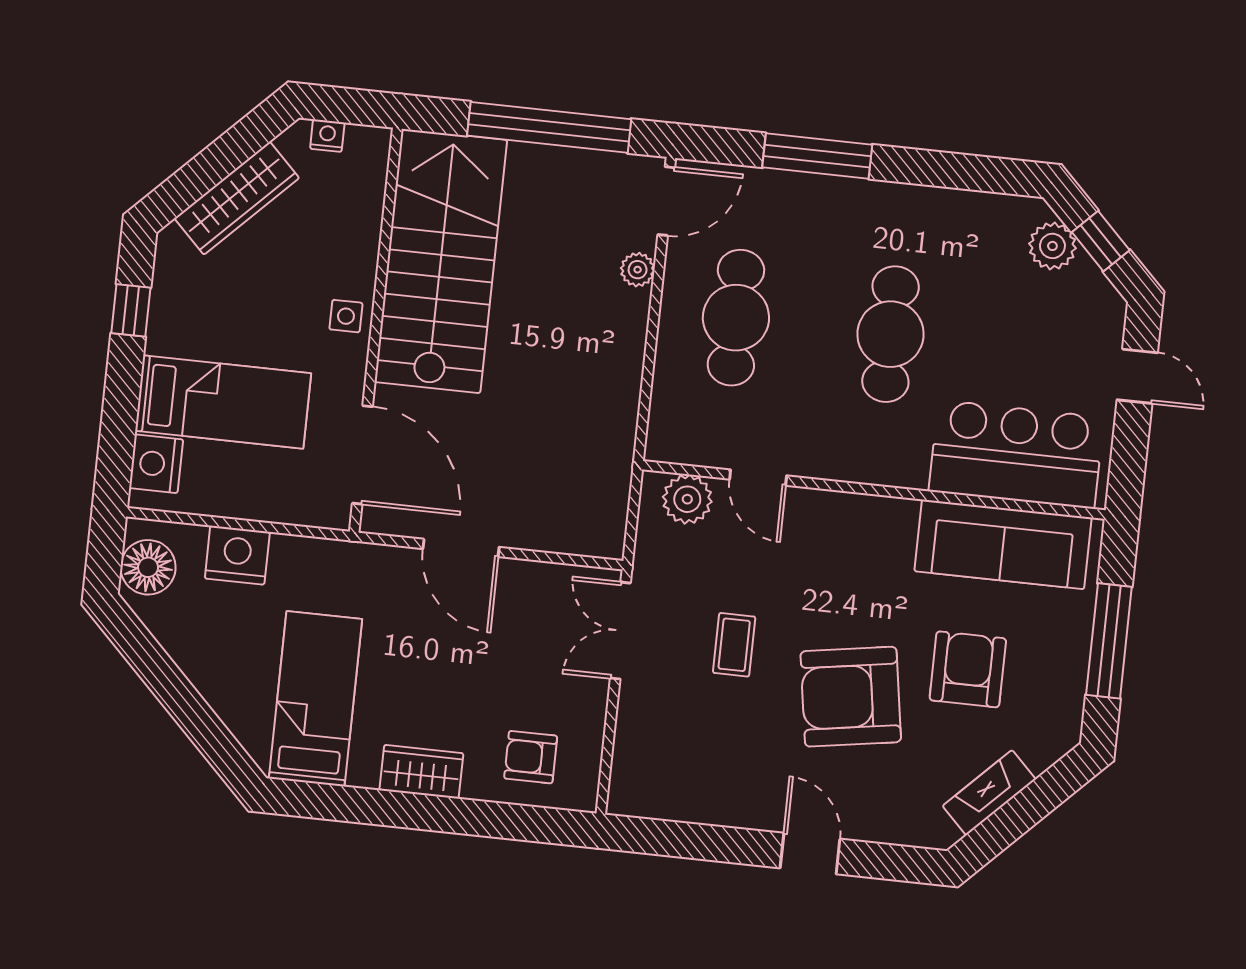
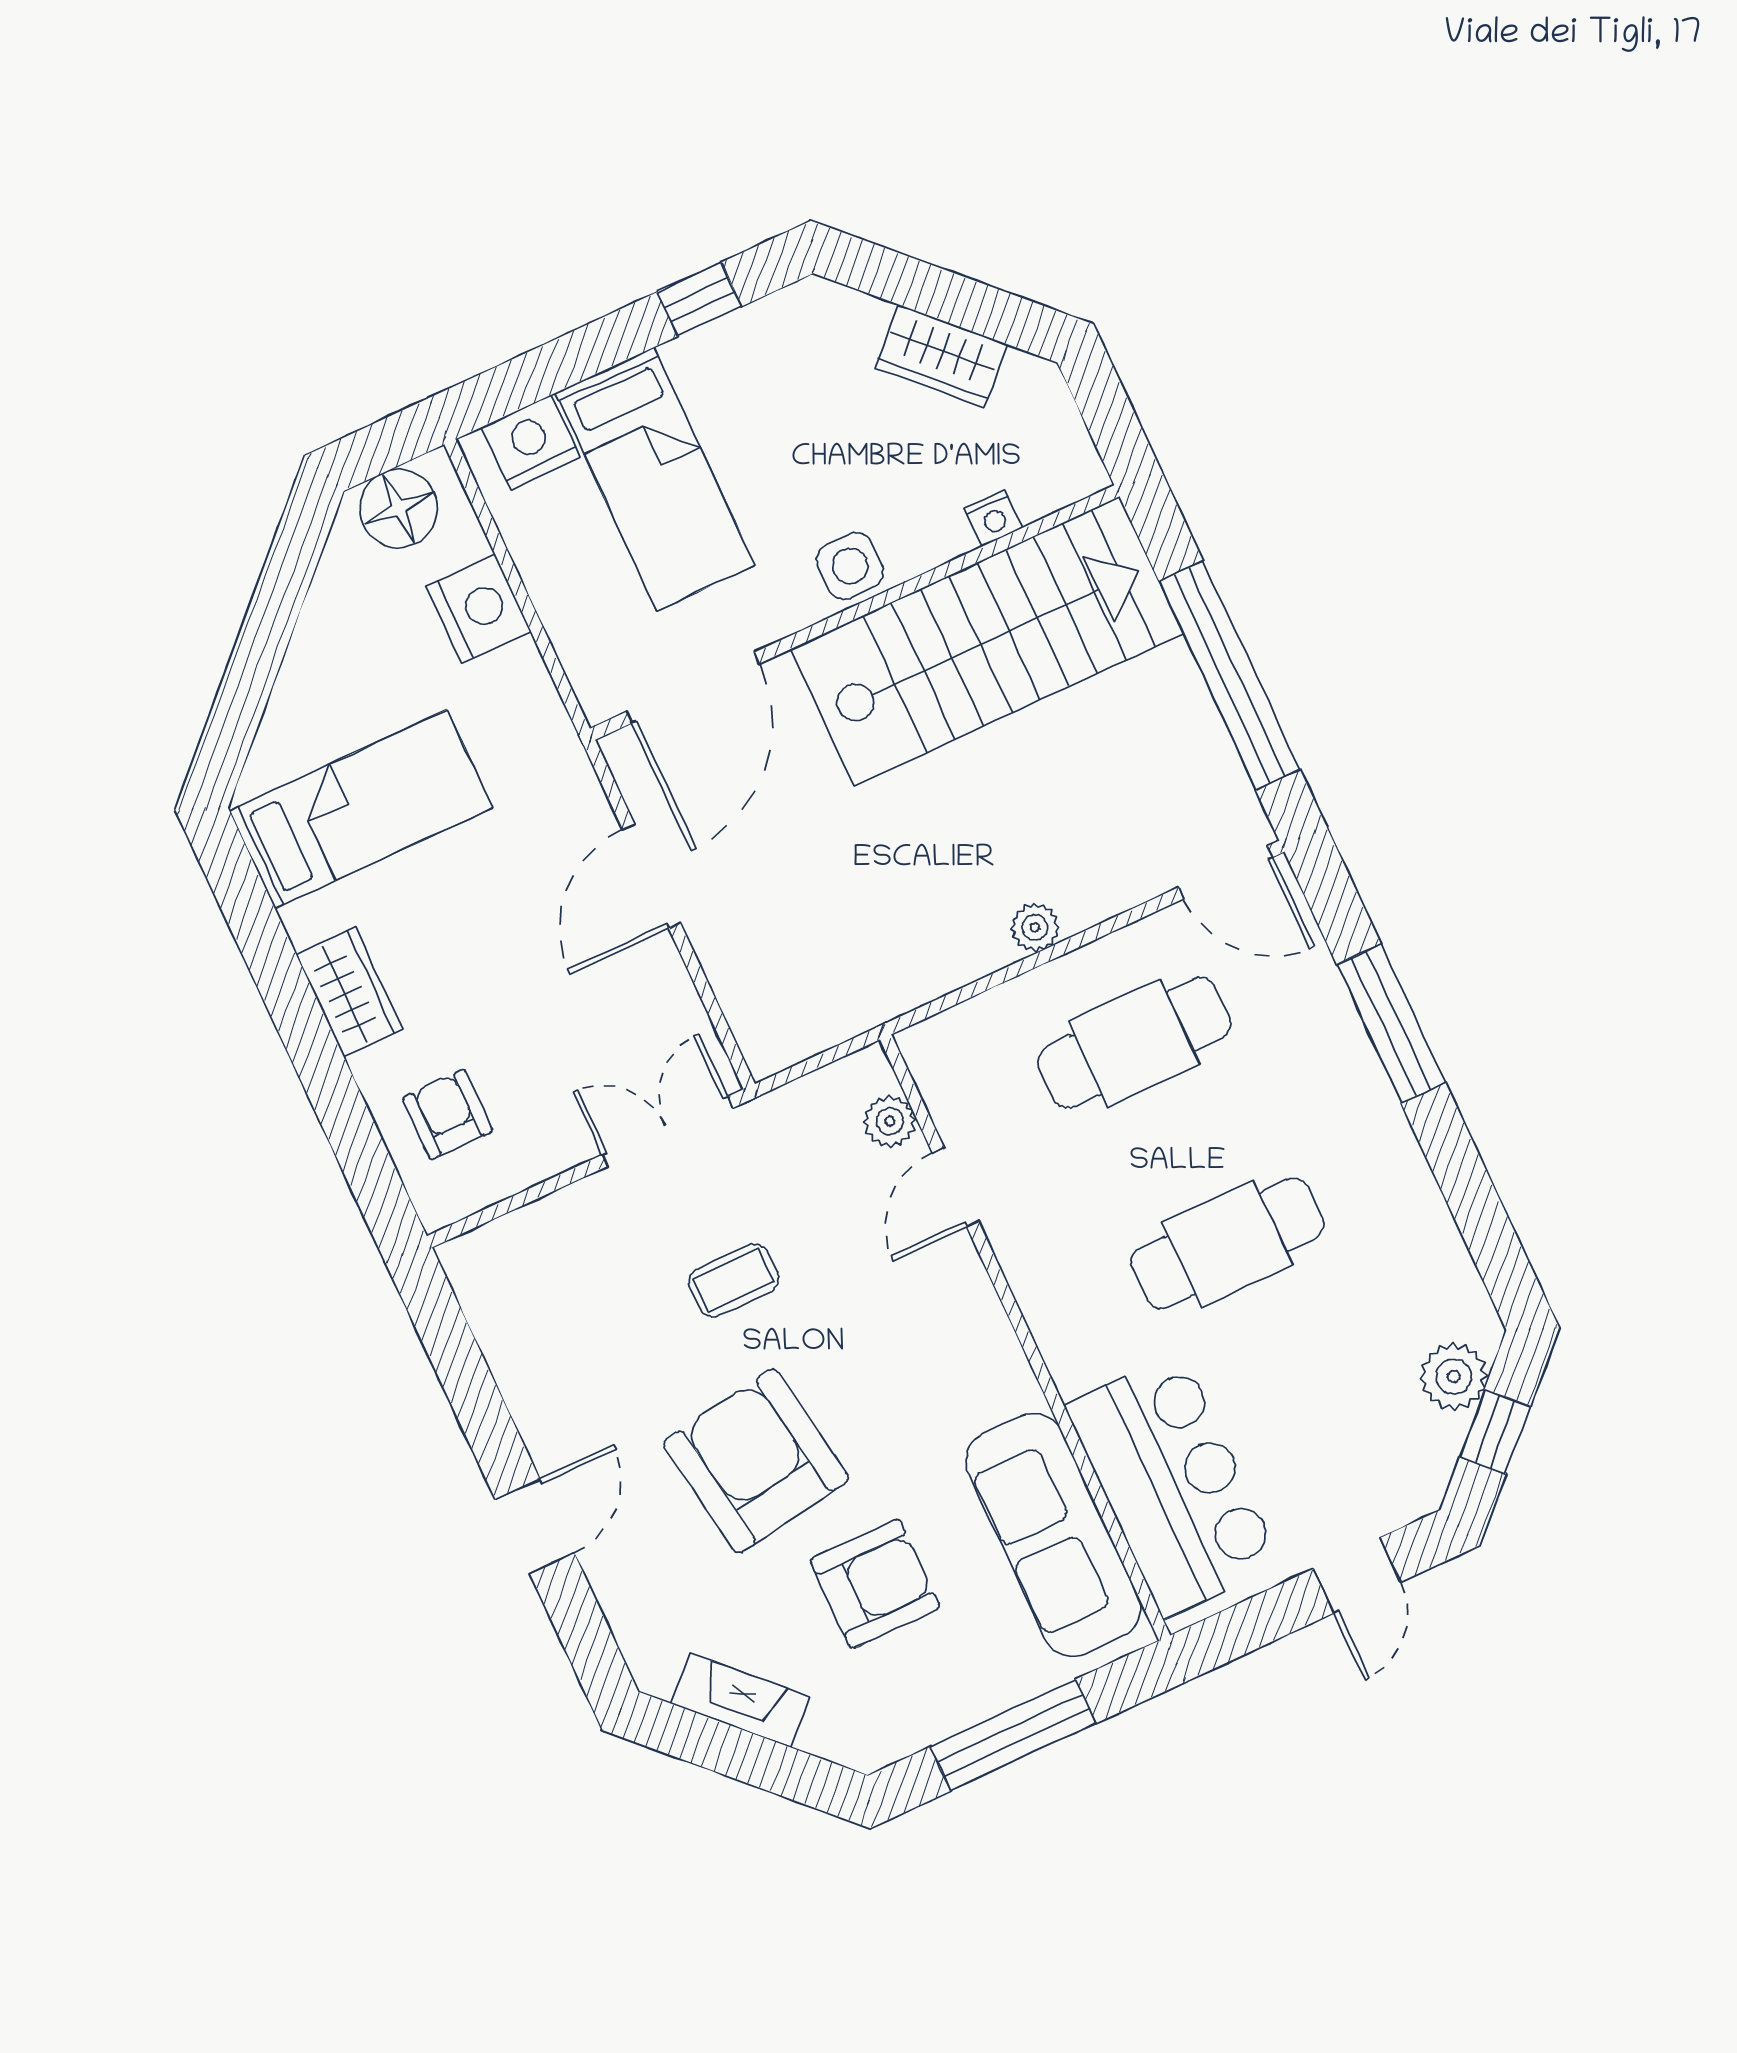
nightstand: (327, 136) -> (994, 518), moved, turned 90
wardrobe: (237, 198) -> (941, 356), width x0.67
plant: (638, 270) -> (1035, 927), moved
side table: (346, 316) -> (850, 566), width x1.37, depth x1.37
plant: (687, 499) -> (890, 1121), width x0.73, depth x0.73

